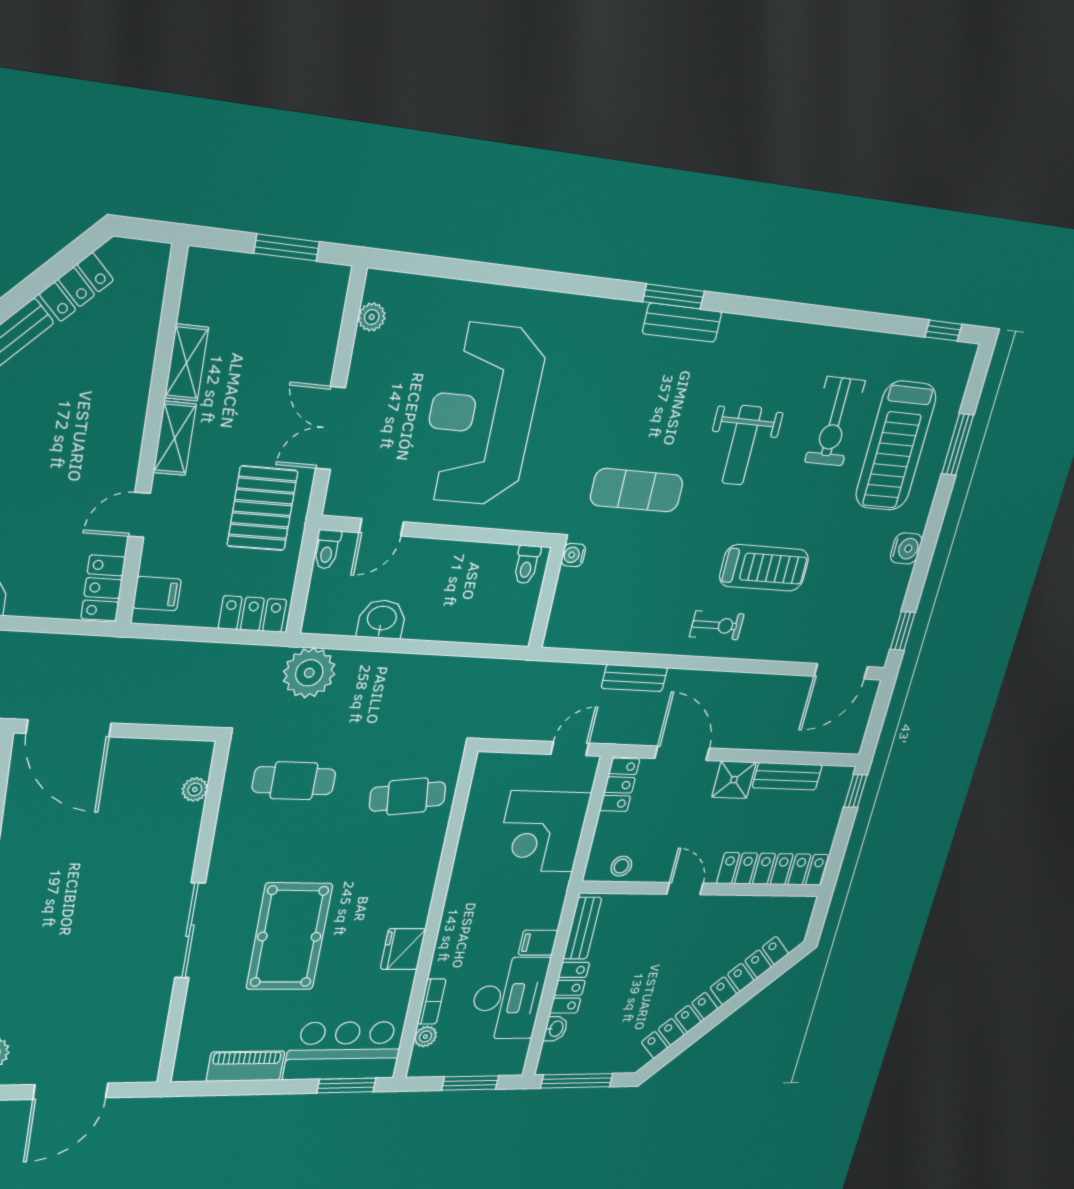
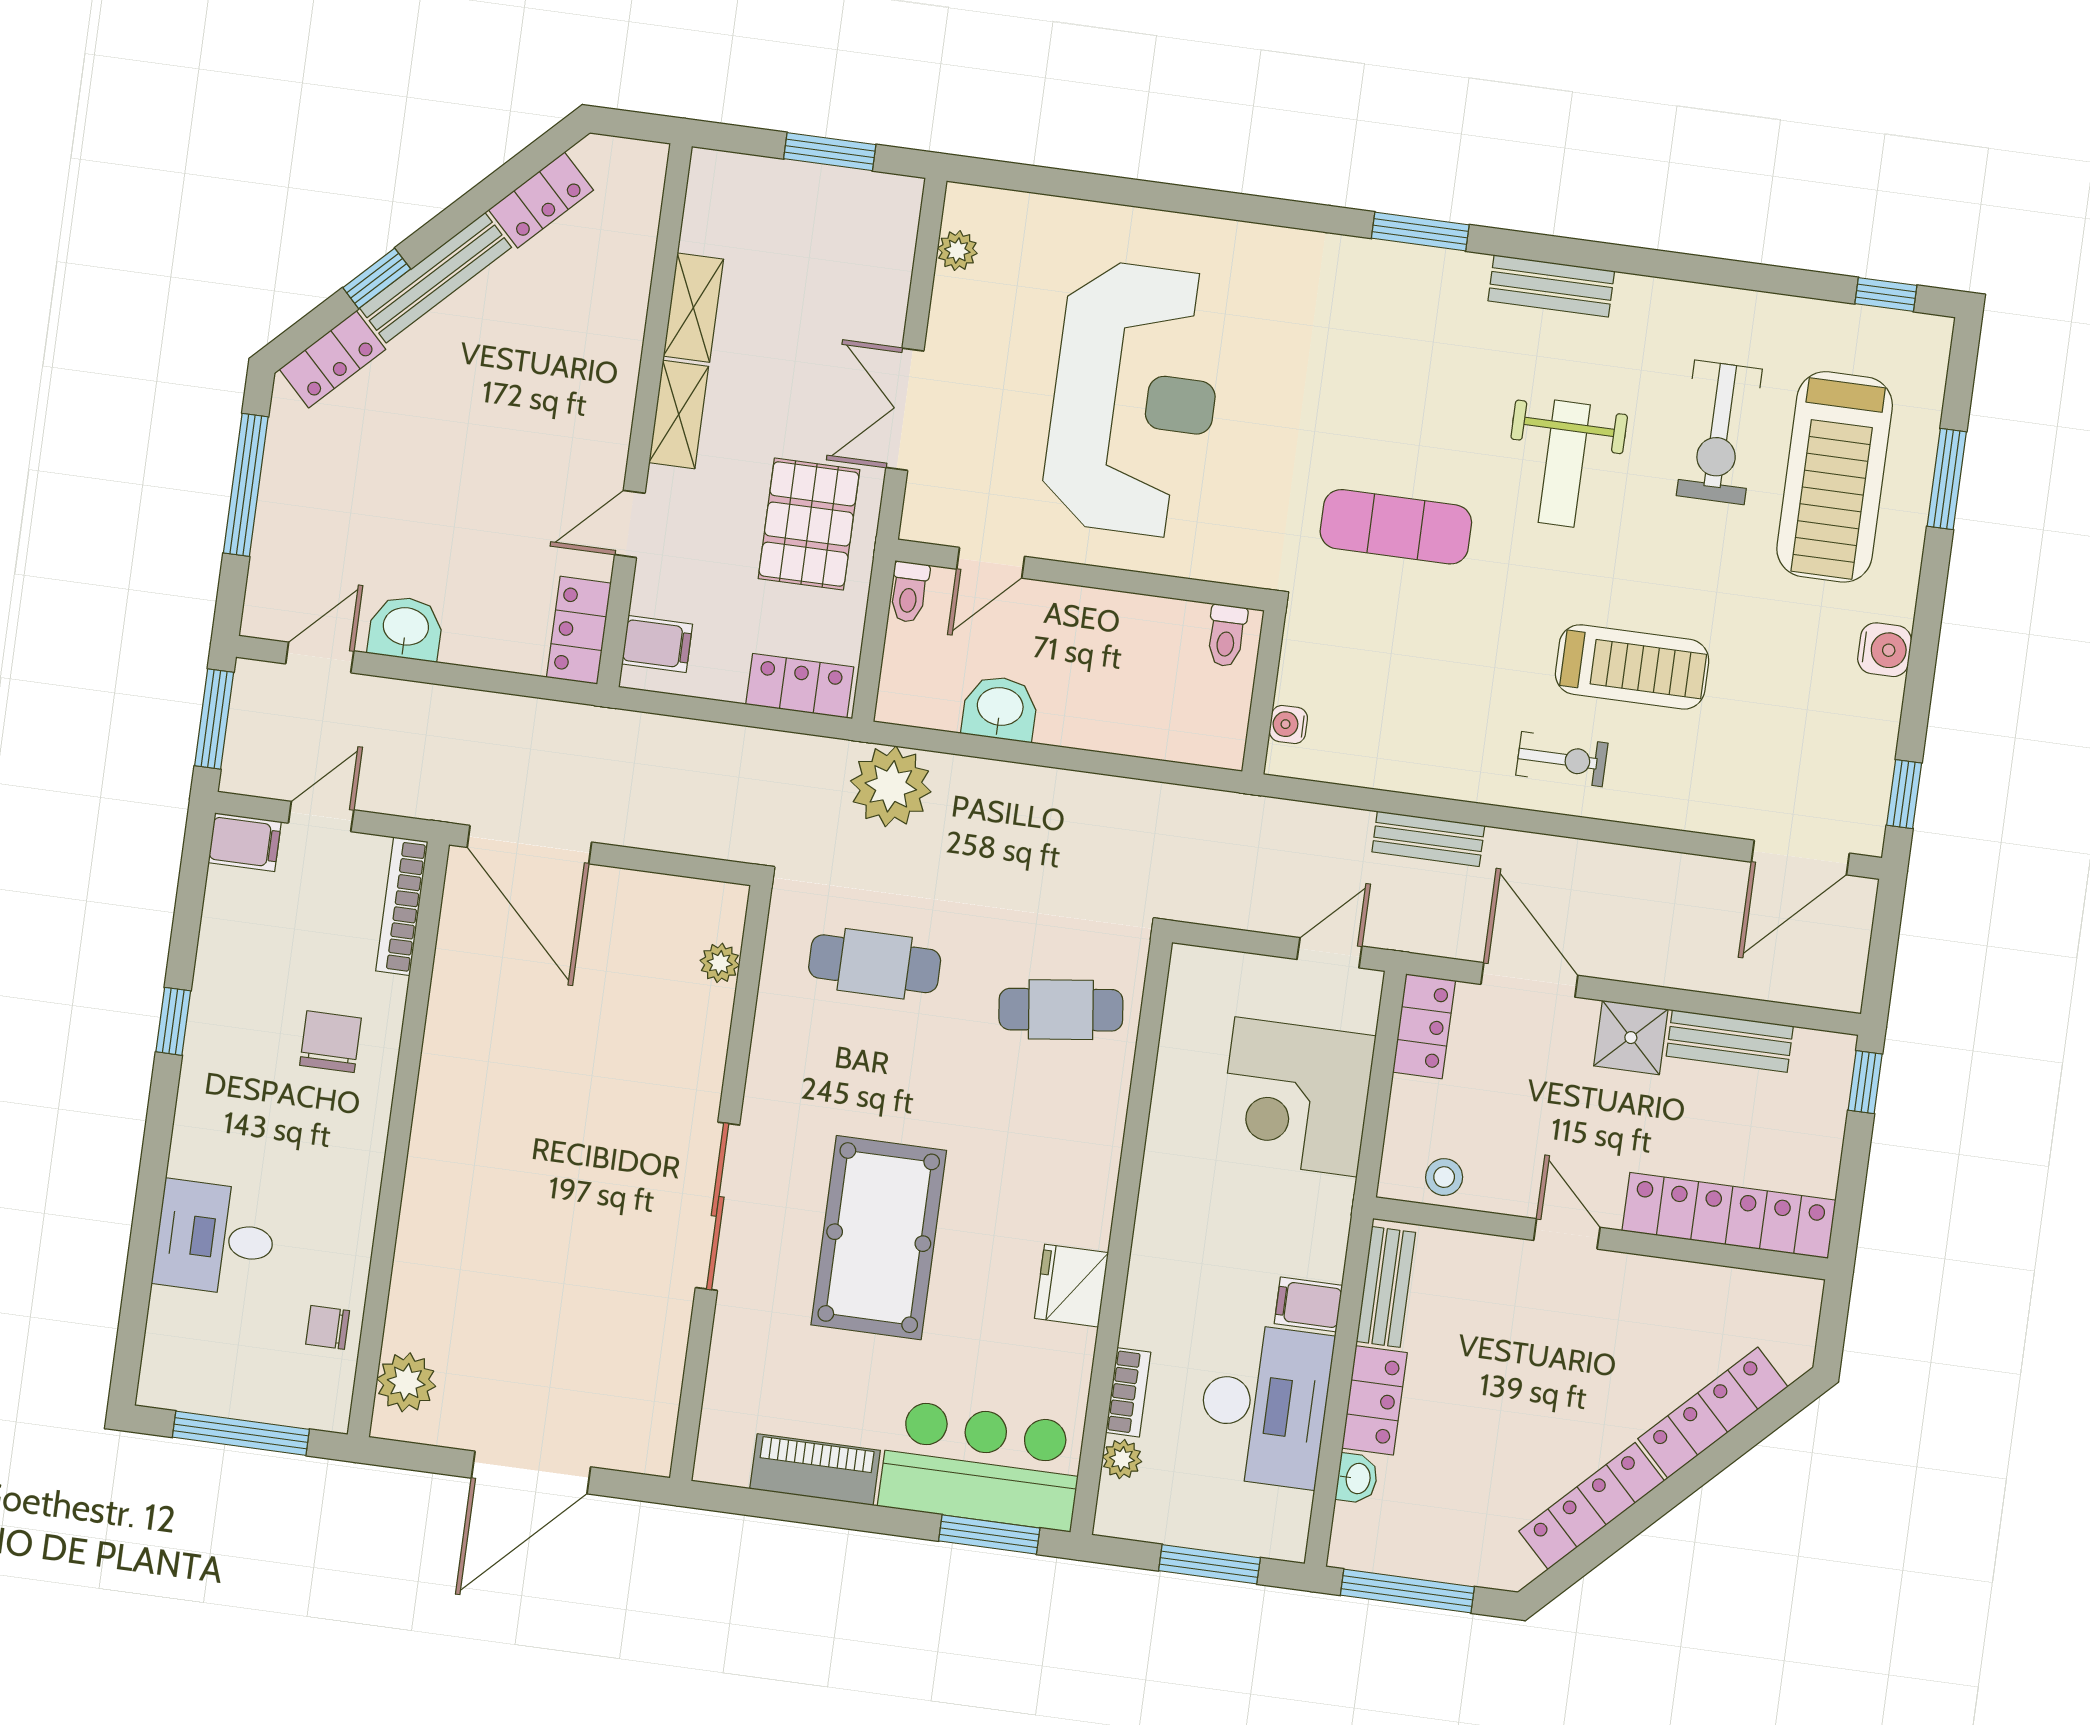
bench: (682, 323) -> (1551, 286), moved
reception desk: (482, 415) -> (1134, 399), turned 180
water cooler: (573, 555) -> (1288, 725), moved

